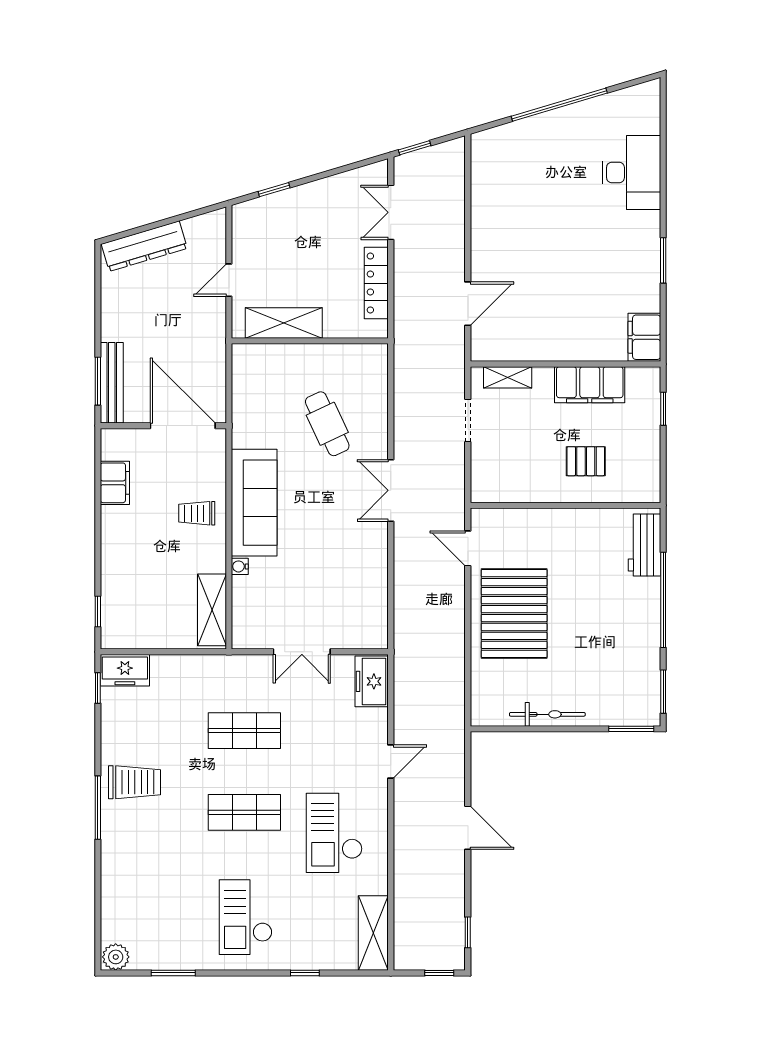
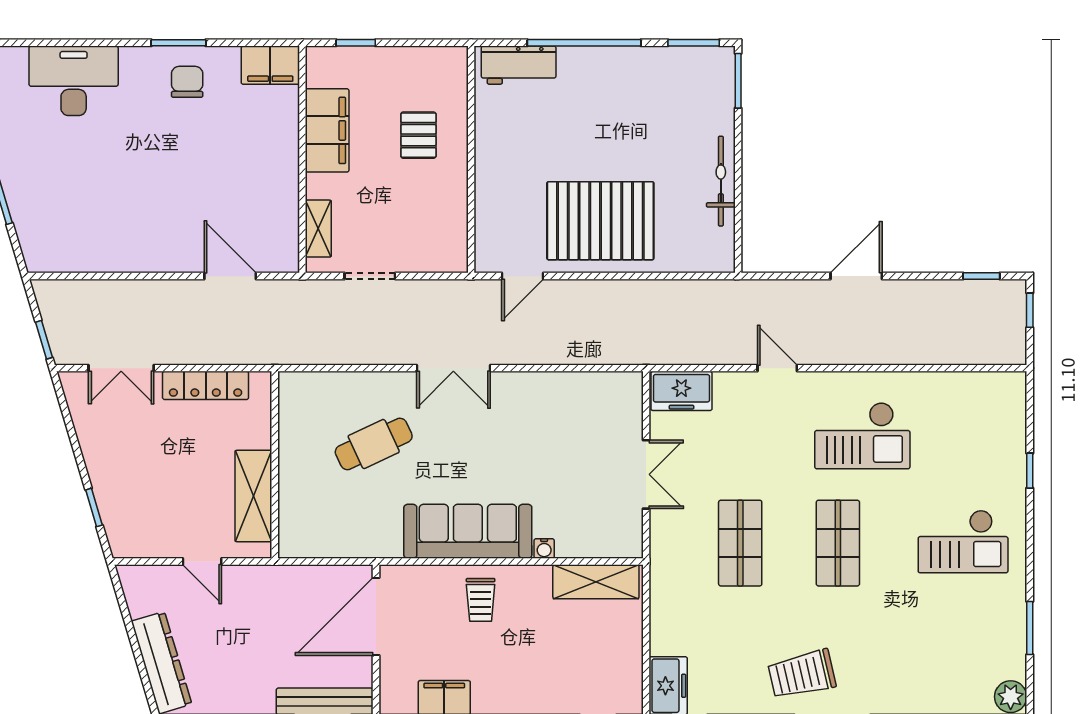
chair: (630, 268) -> (187, 82), added
trolley: (134, 782) -> (802, 674), turned -103
shelving: (373, 933) -> (982, 389), removed

